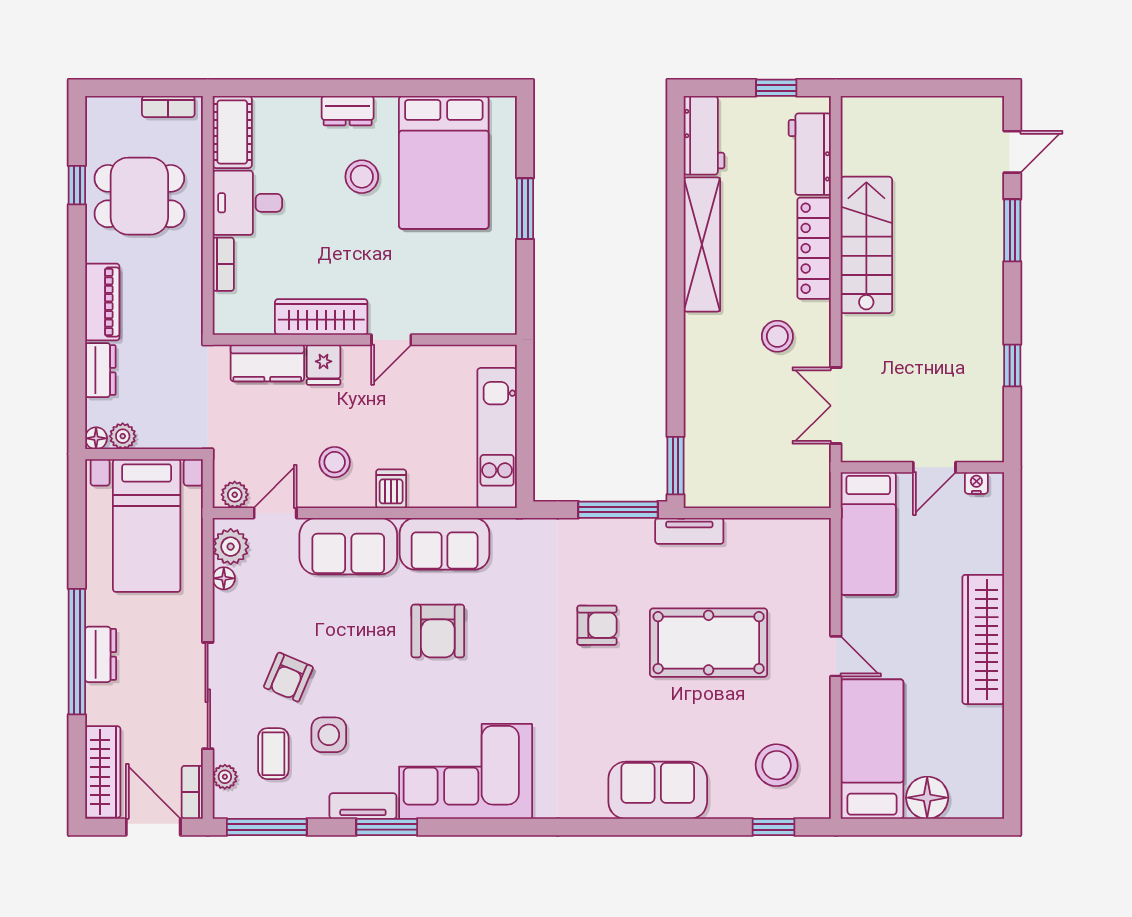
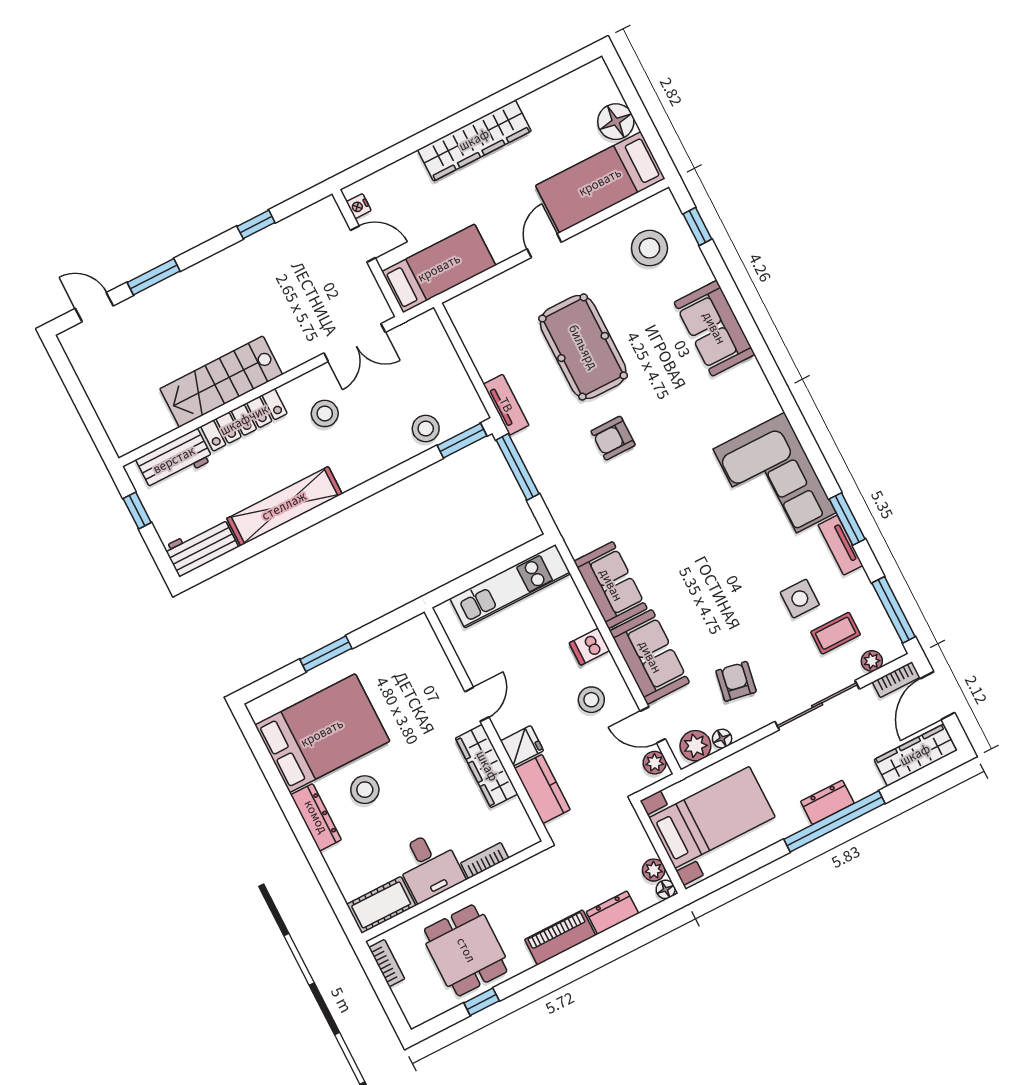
dresser: (348, 111) -> (316, 817), width x1.44
door: (391, 340) -> (477, 704), hinge flipped
stool: (708, 434) -> (426, 429), added
armchair: (597, 625) -> (613, 438), turned -90
armchair: (438, 631) -> (679, 556), removed
armchair: (288, 677) -> (736, 681), moved, turned -103

